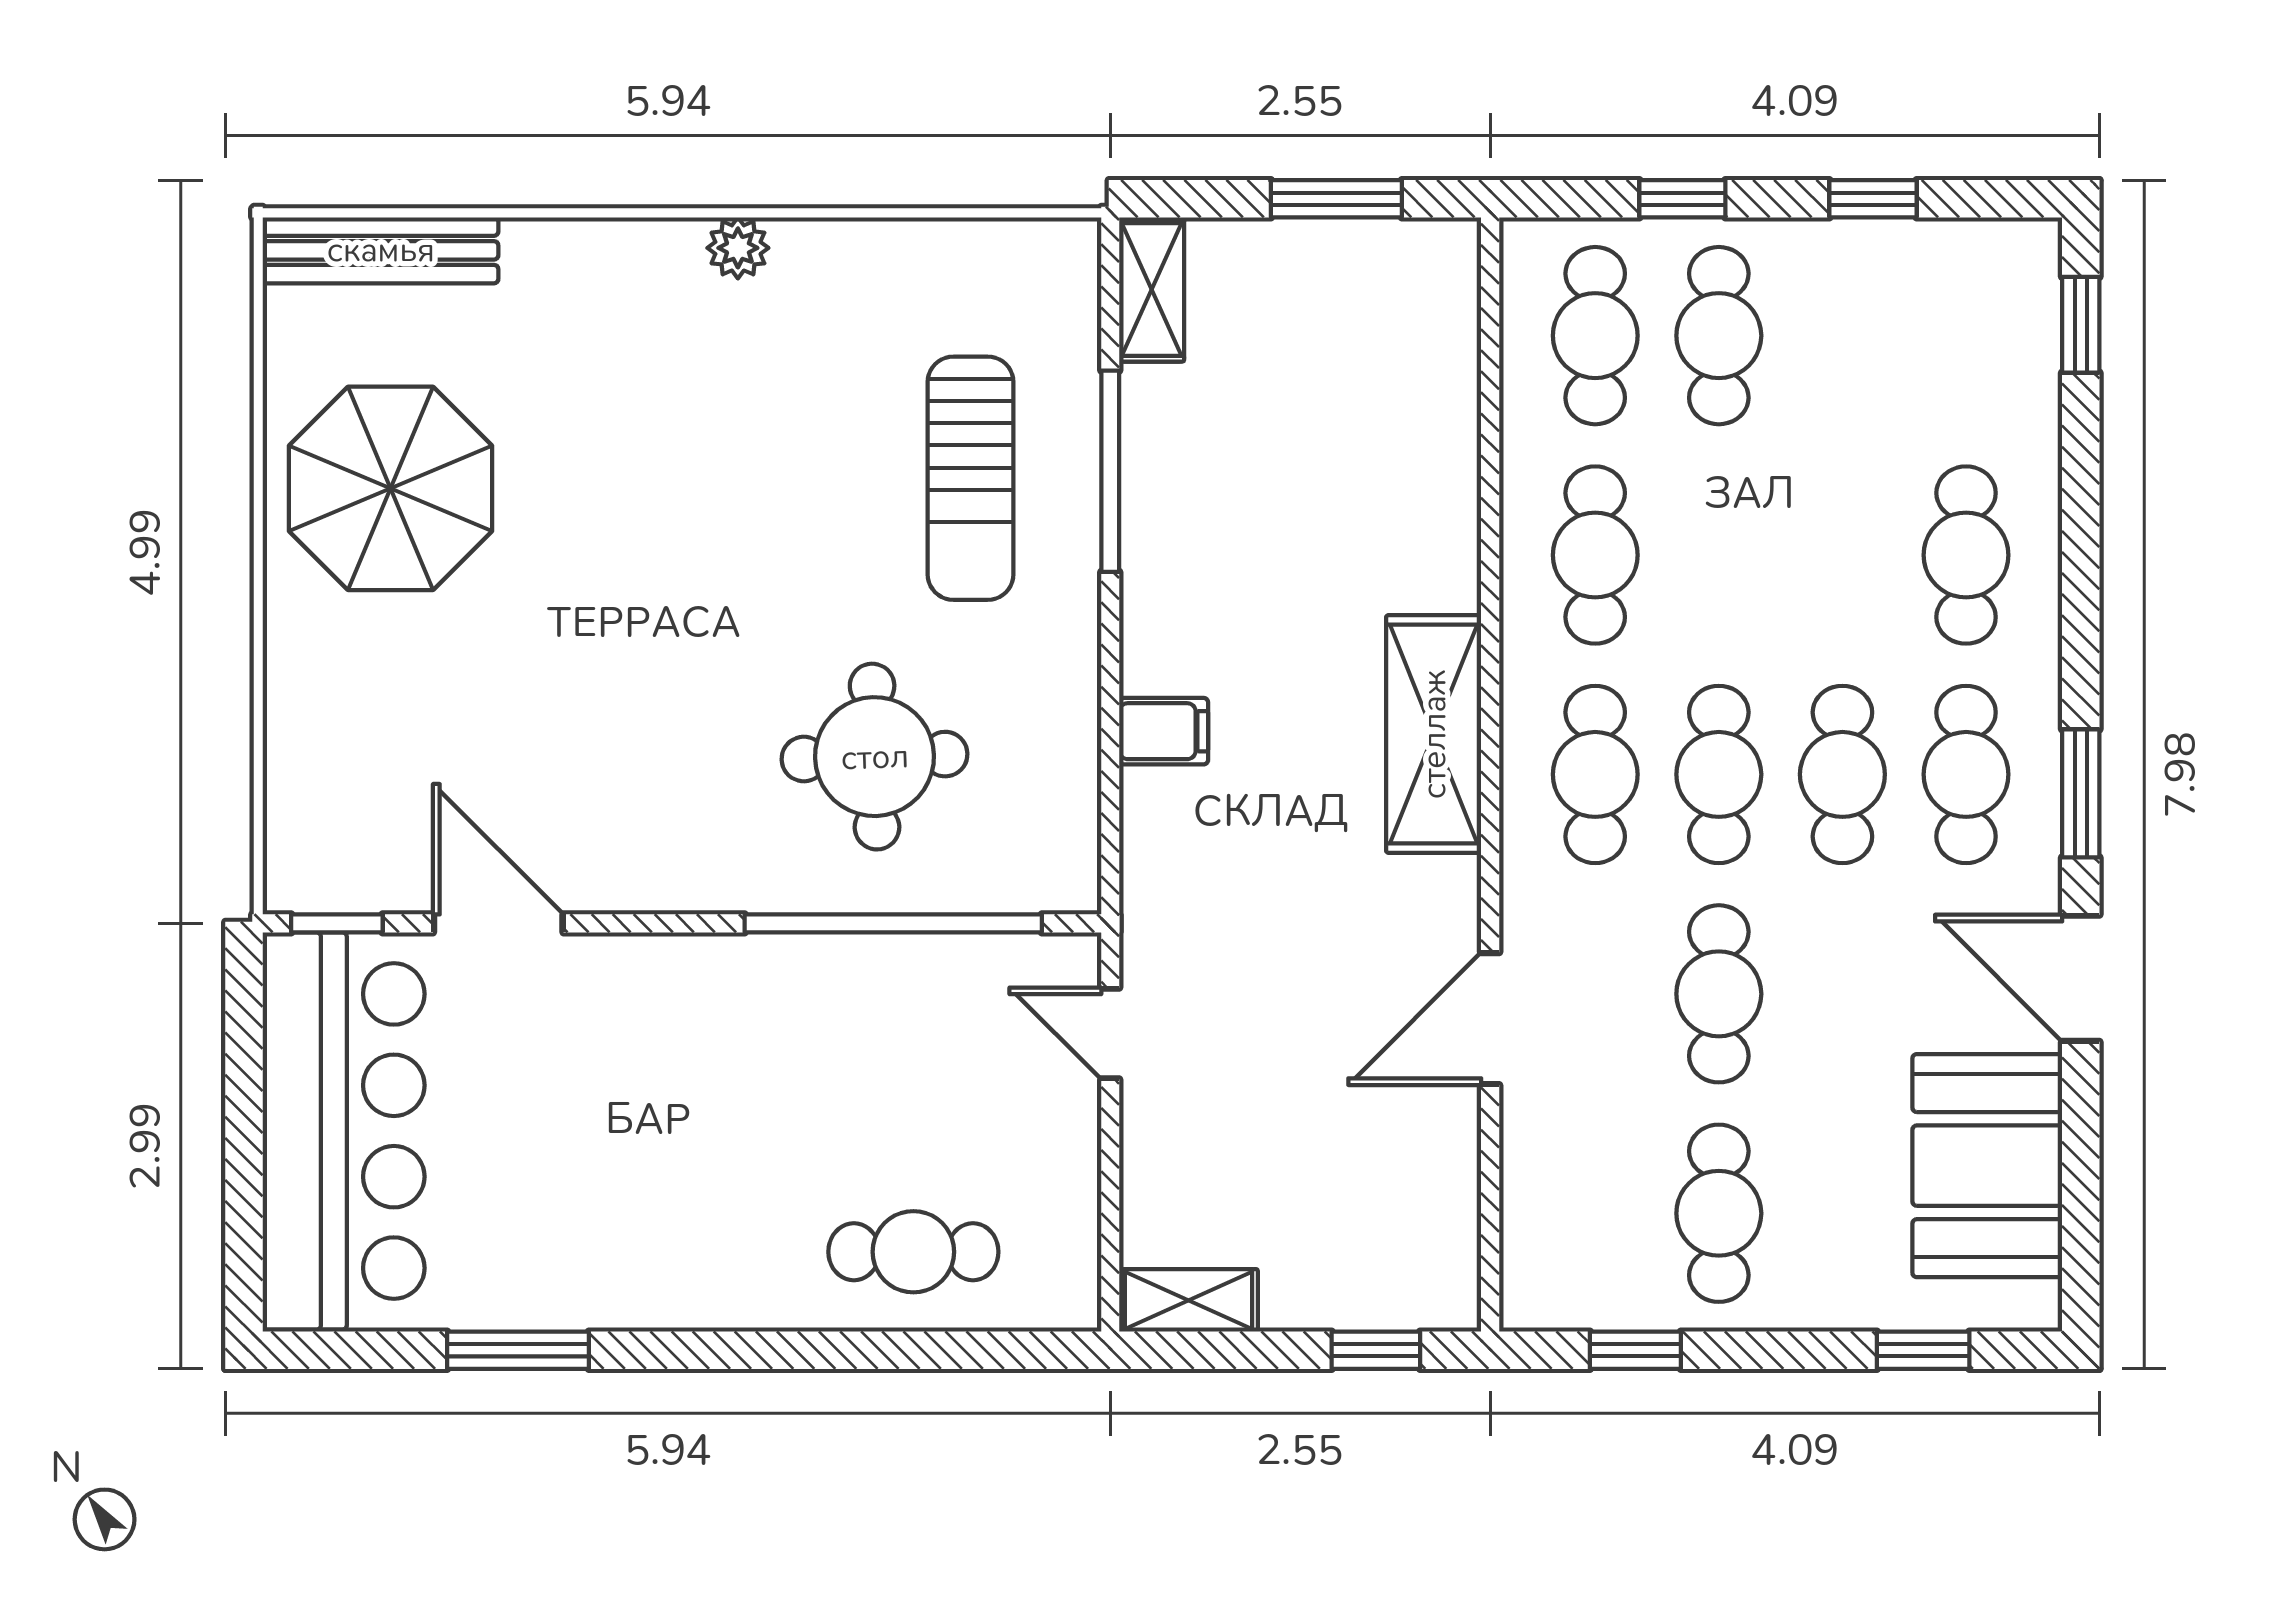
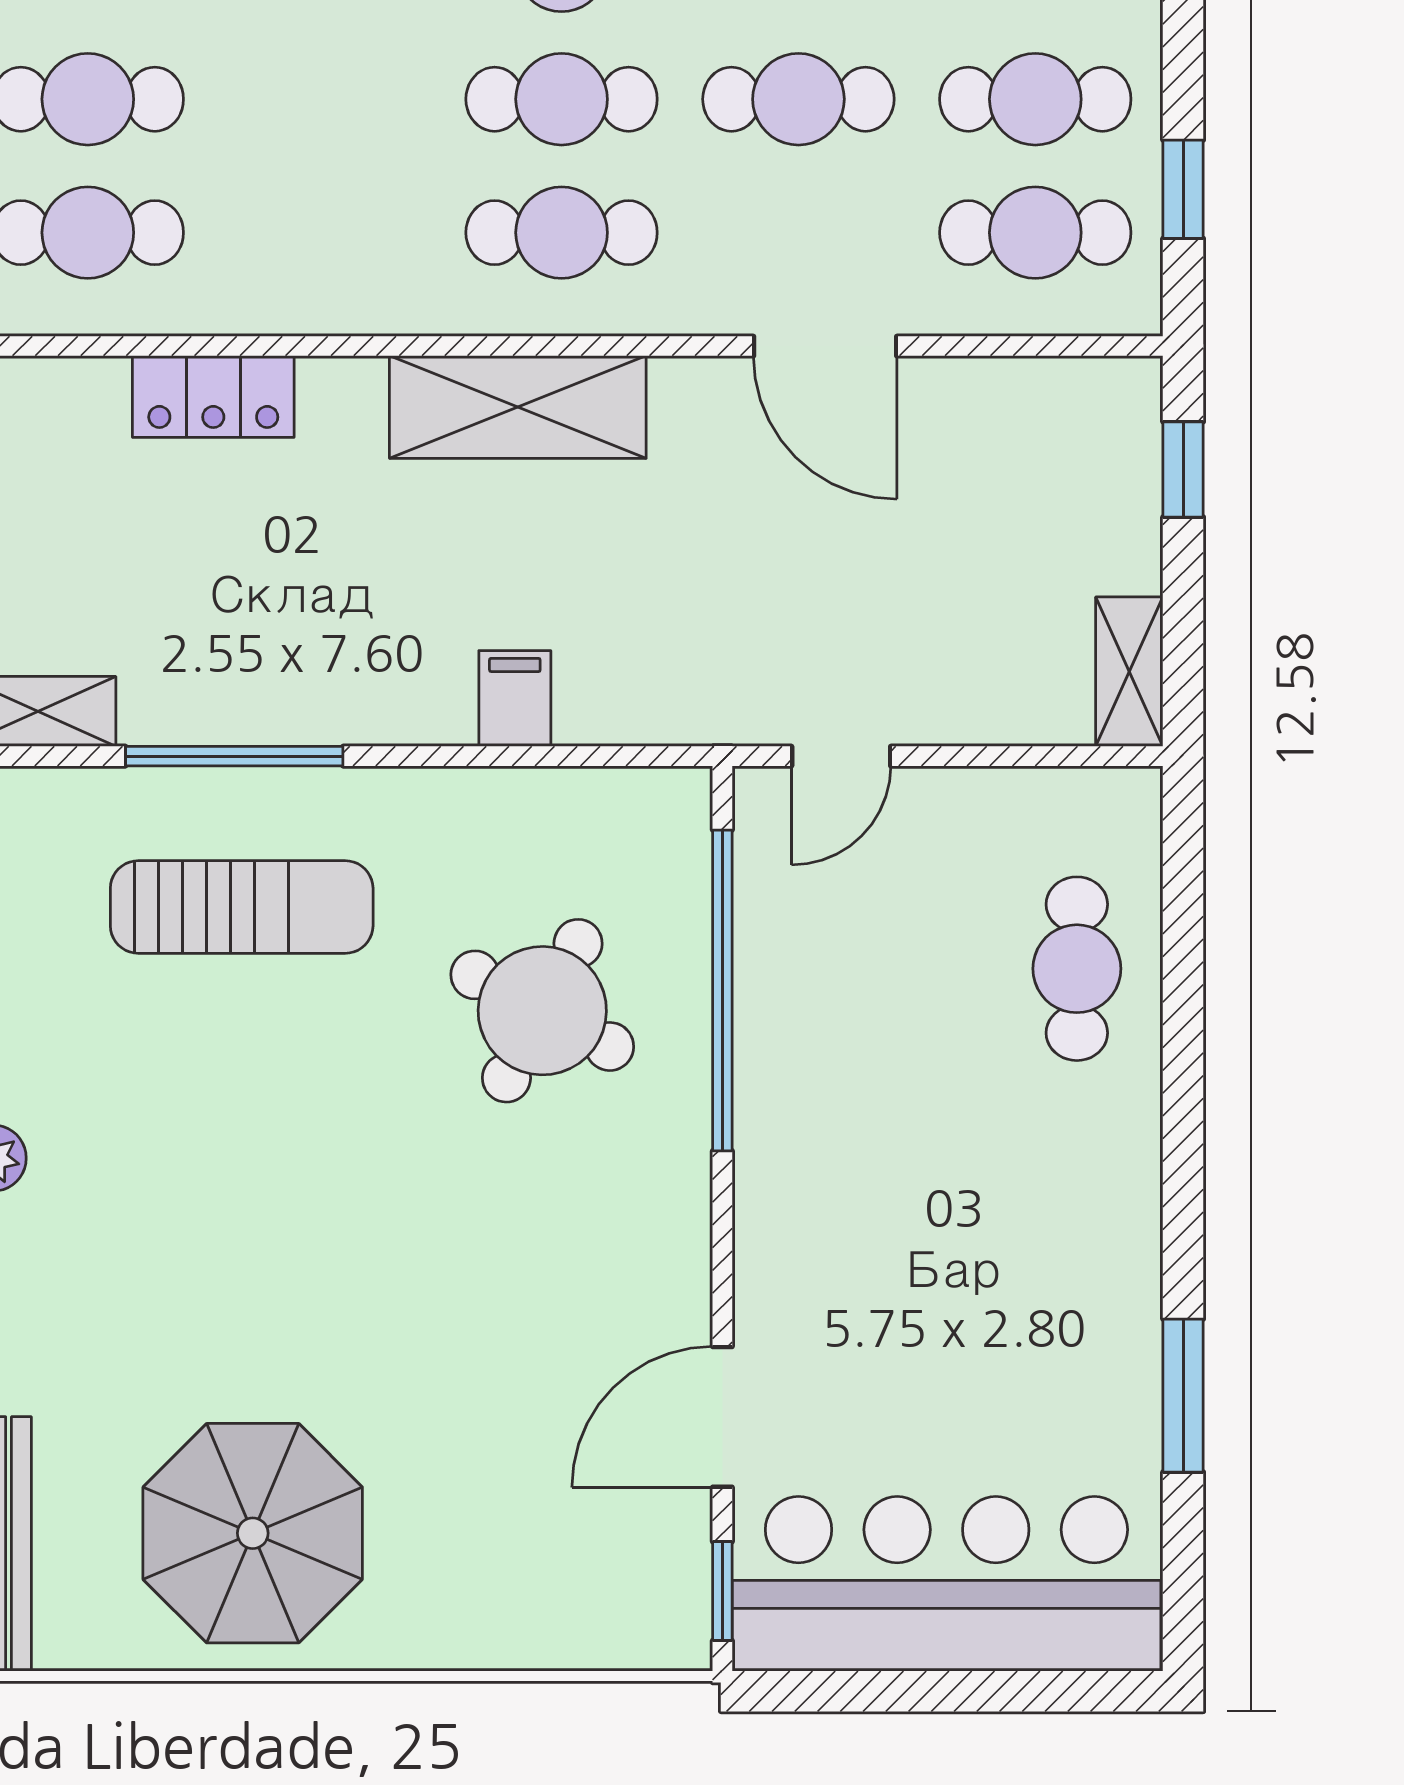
locker: (1443, 452) -> (213, 397), added
cafe table: (1595, 555) -> (1035, 233), moved
round table: (875, 757) -> (542, 1011), turned 30

